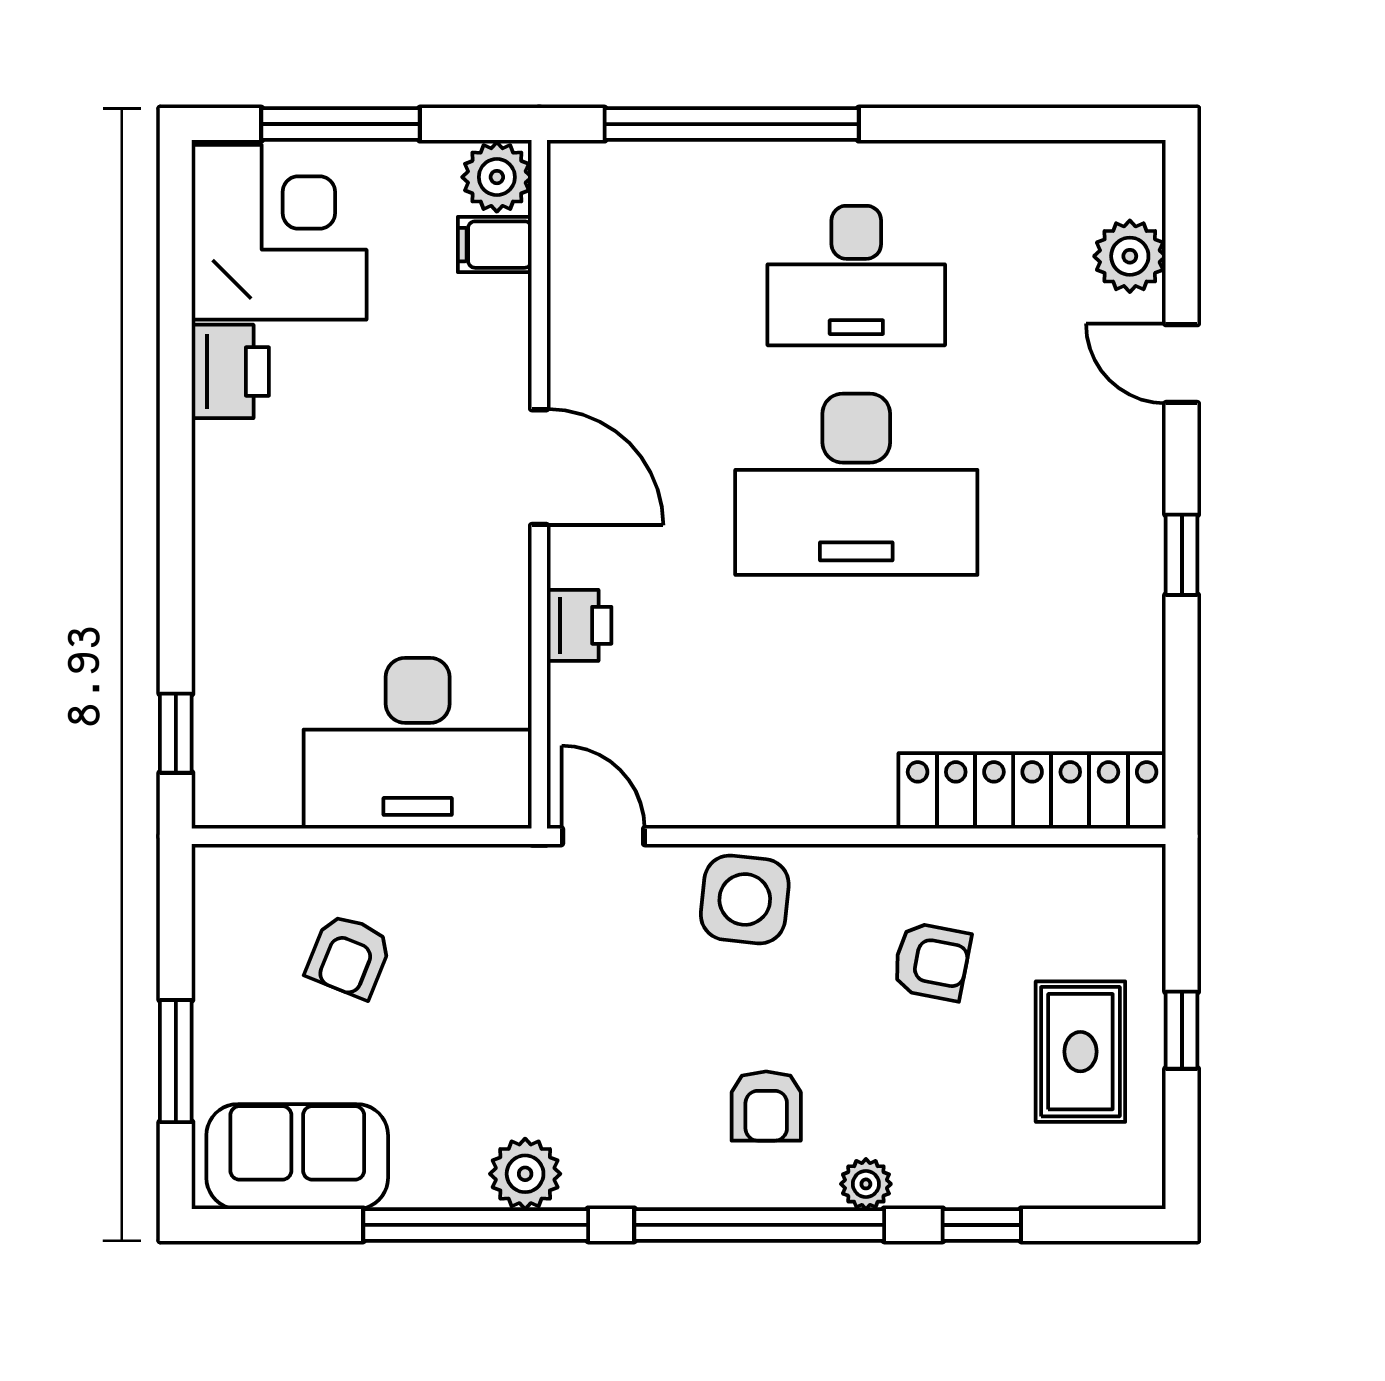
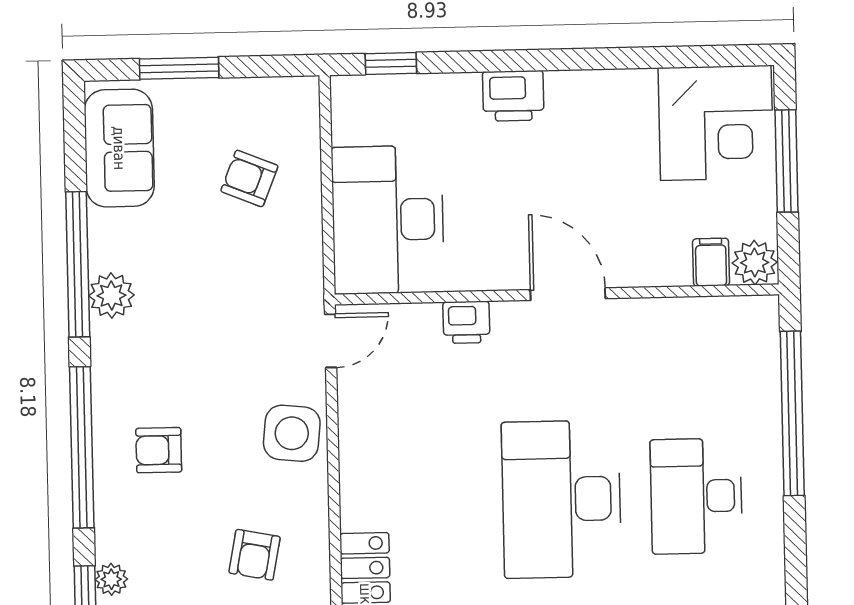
printer: (230, 371) -> (513, 96), moved
door: (539, 467) -> (568, 294), swing flipped
plant: (866, 1184) -> (111, 579), moved

